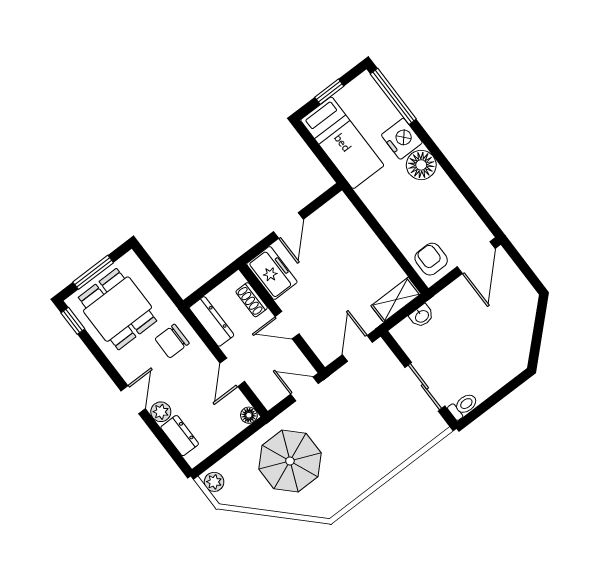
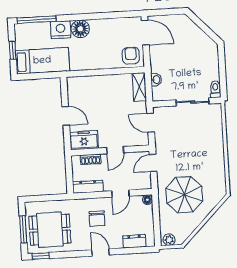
armchair: (431, 259) -> (131, 56), turned 90
chair: (172, 341) -> (97, 219), moved
door: (232, 372) -> (120, 194), hinge flipped
plant: (161, 412) -> (116, 243), removed

